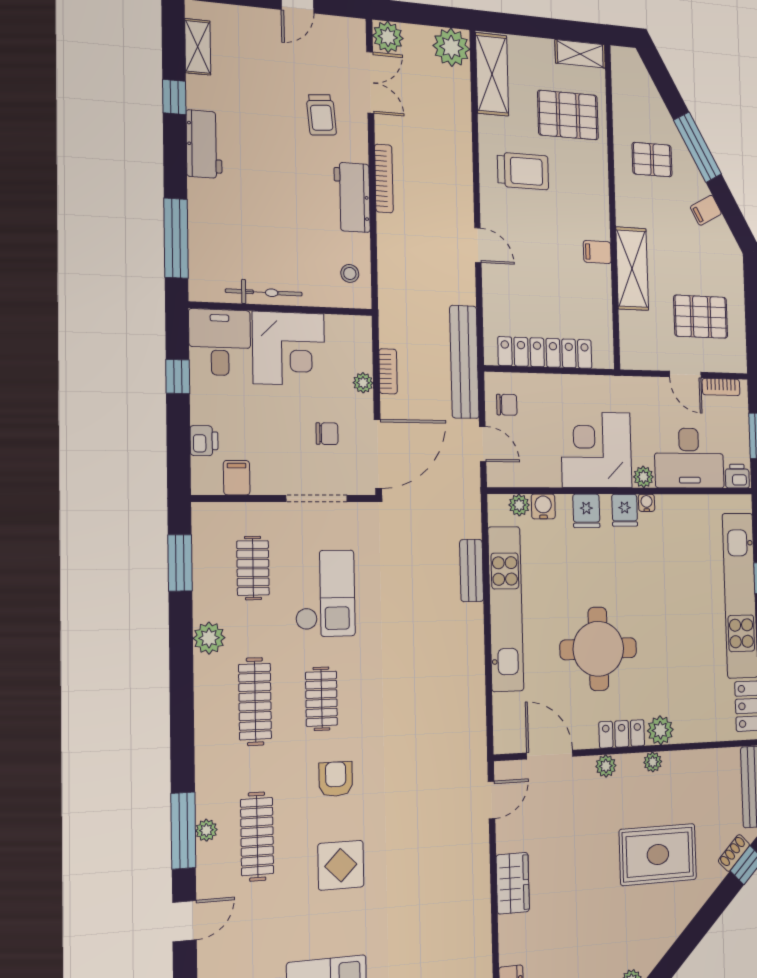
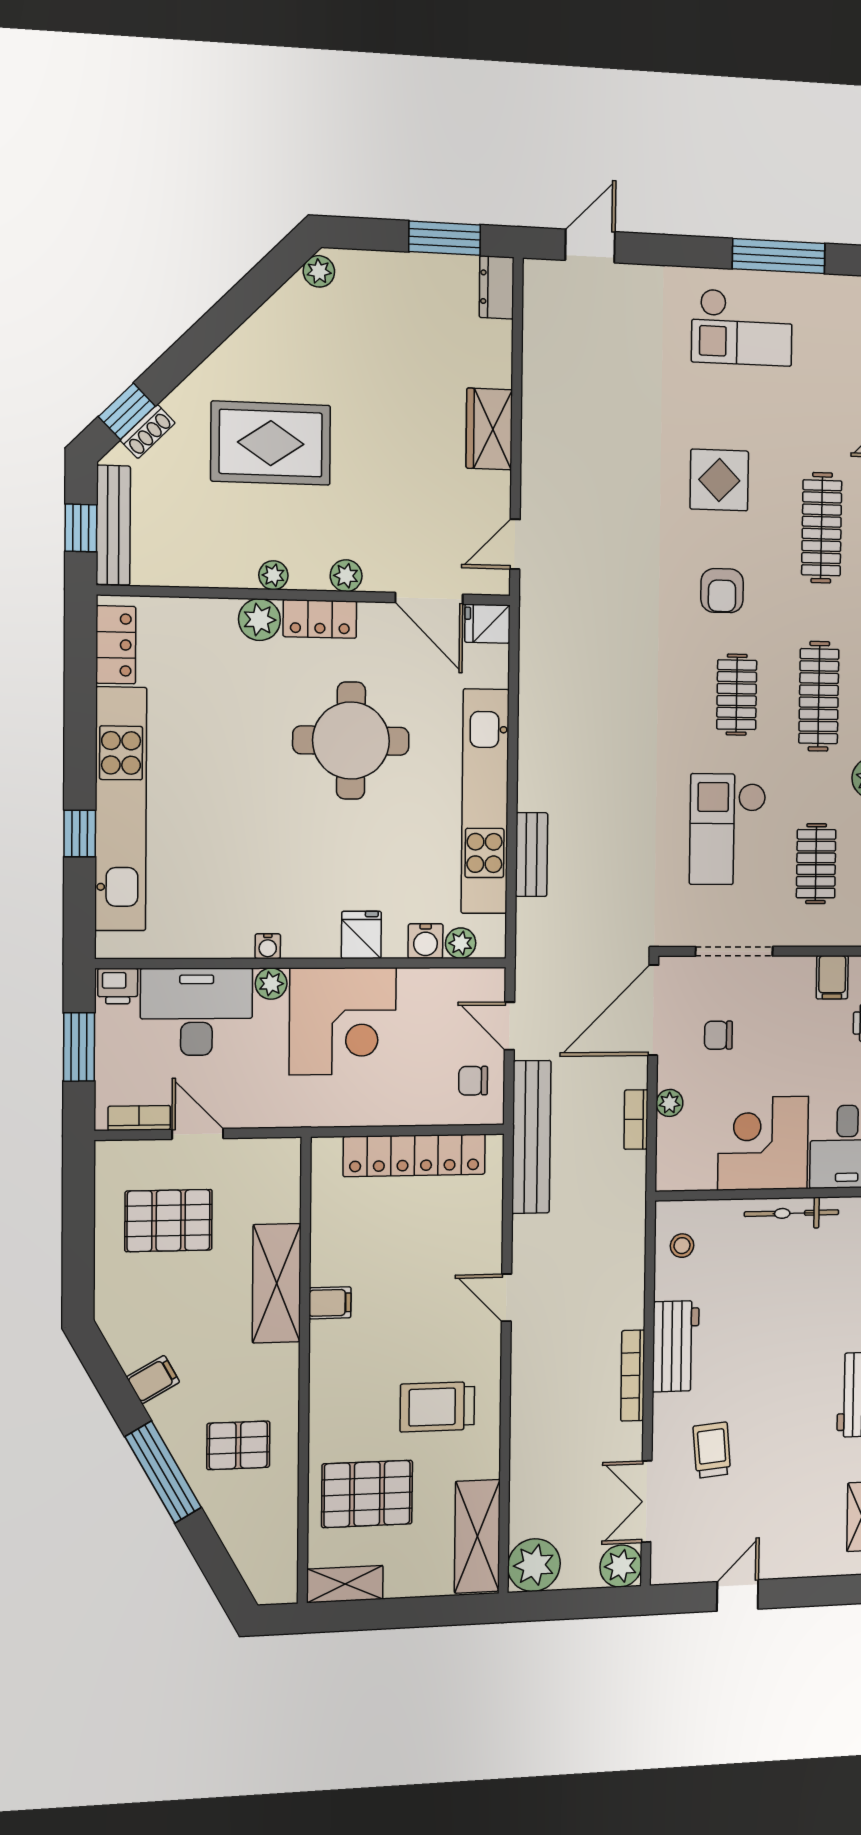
fridge: (625, 510) -> (487, 624), moved, turned -90

